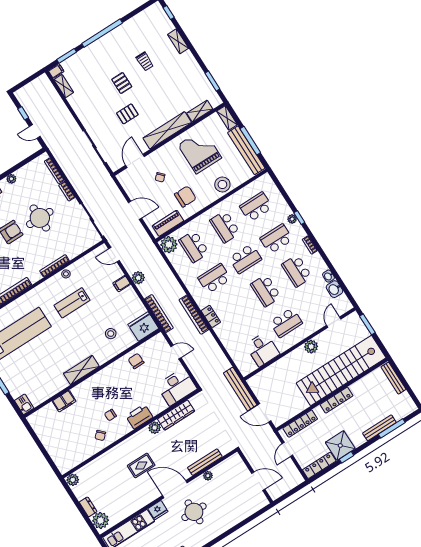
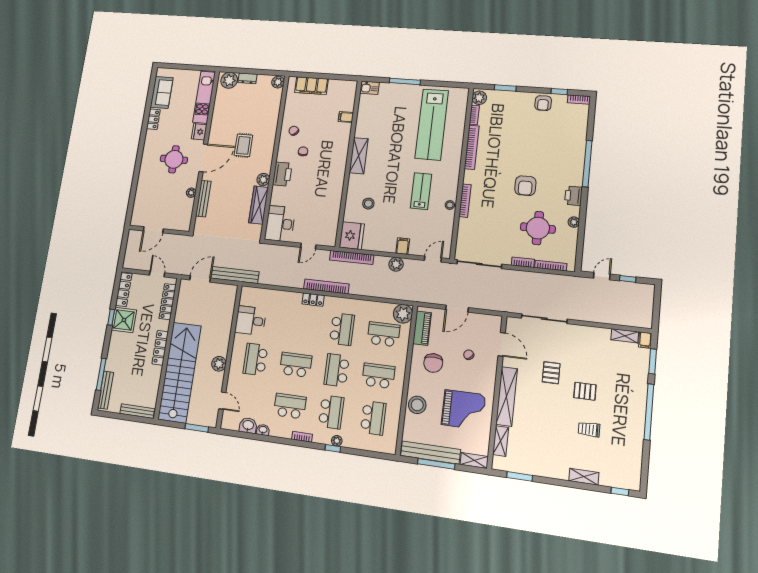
round table: (40, 218) -> (538, 228), moved
chair: (136, 361) -> (329, 207), removed
filing cabinet: (64, 401) -> (346, 117), width x0.50
bench: (379, 428) -> (106, 390), moved
filing cabinet: (56, 451) -> (311, 86), added

